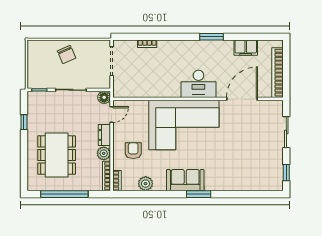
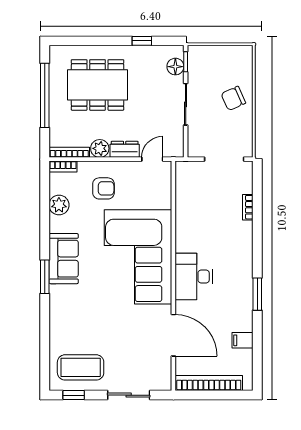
filing cabinet: (246, 48) -> (243, 340), width x0.50
floor lamp: (104, 97) -> (175, 67), moved
door: (112, 115) -> (152, 159), swing flipped
coffee table: (266, 168) -> (81, 367), added

